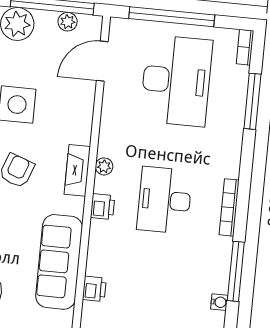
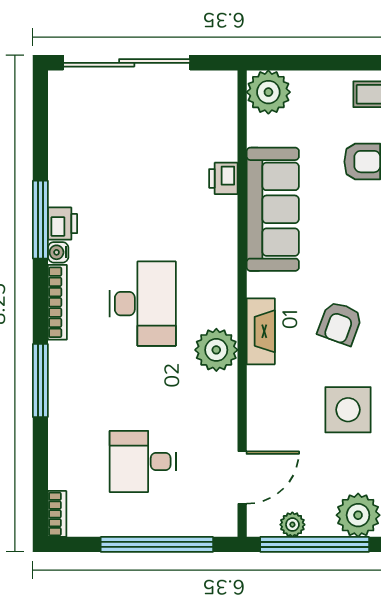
desk: (176, 81) -> (143, 462), width x0.53, depth x0.77
window: (252, 101) -> (40, 381), moved
plant: (104, 166) -> (216, 350), width x1.87, depth x1.87
printer: (103, 207) -> (63, 224), moved, turned 180
water cooler: (219, 302) -> (58, 252), moved

